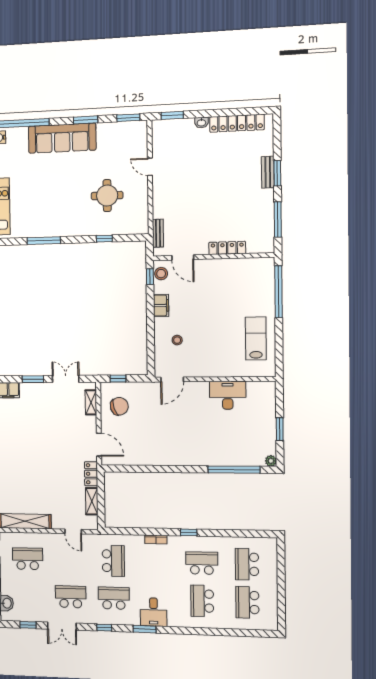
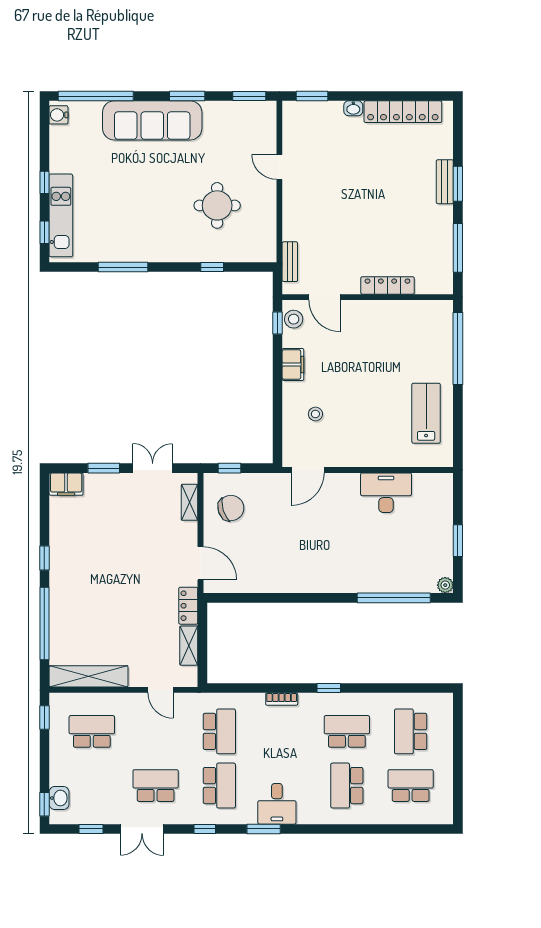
school desk: (114, 598) -> (219, 786), turned 90
school desk: (247, 602) -> (411, 786), turned 90

